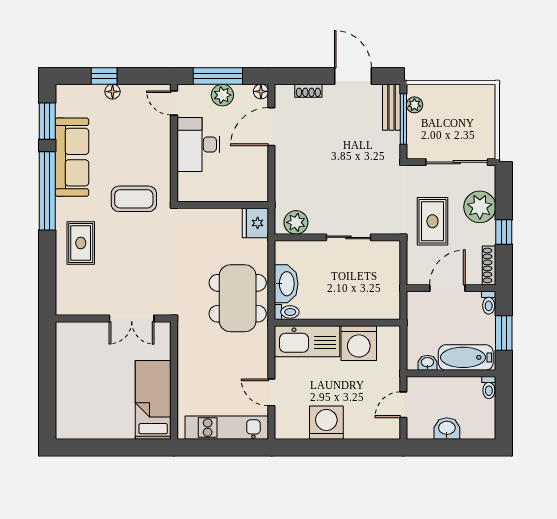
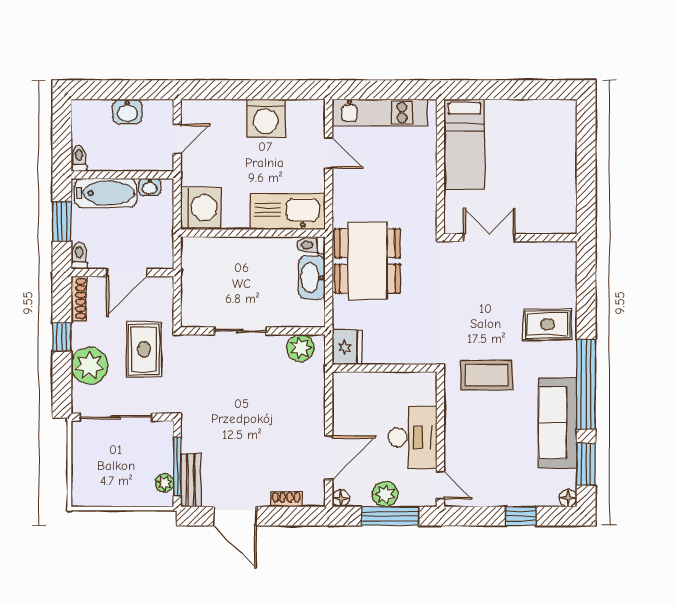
floor lamp: (113, 92) -> (568, 498), moved
rug: (81, 243) -> (548, 324), turned 90
washing machine: (359, 343) -> (201, 208), moved, turned 90

